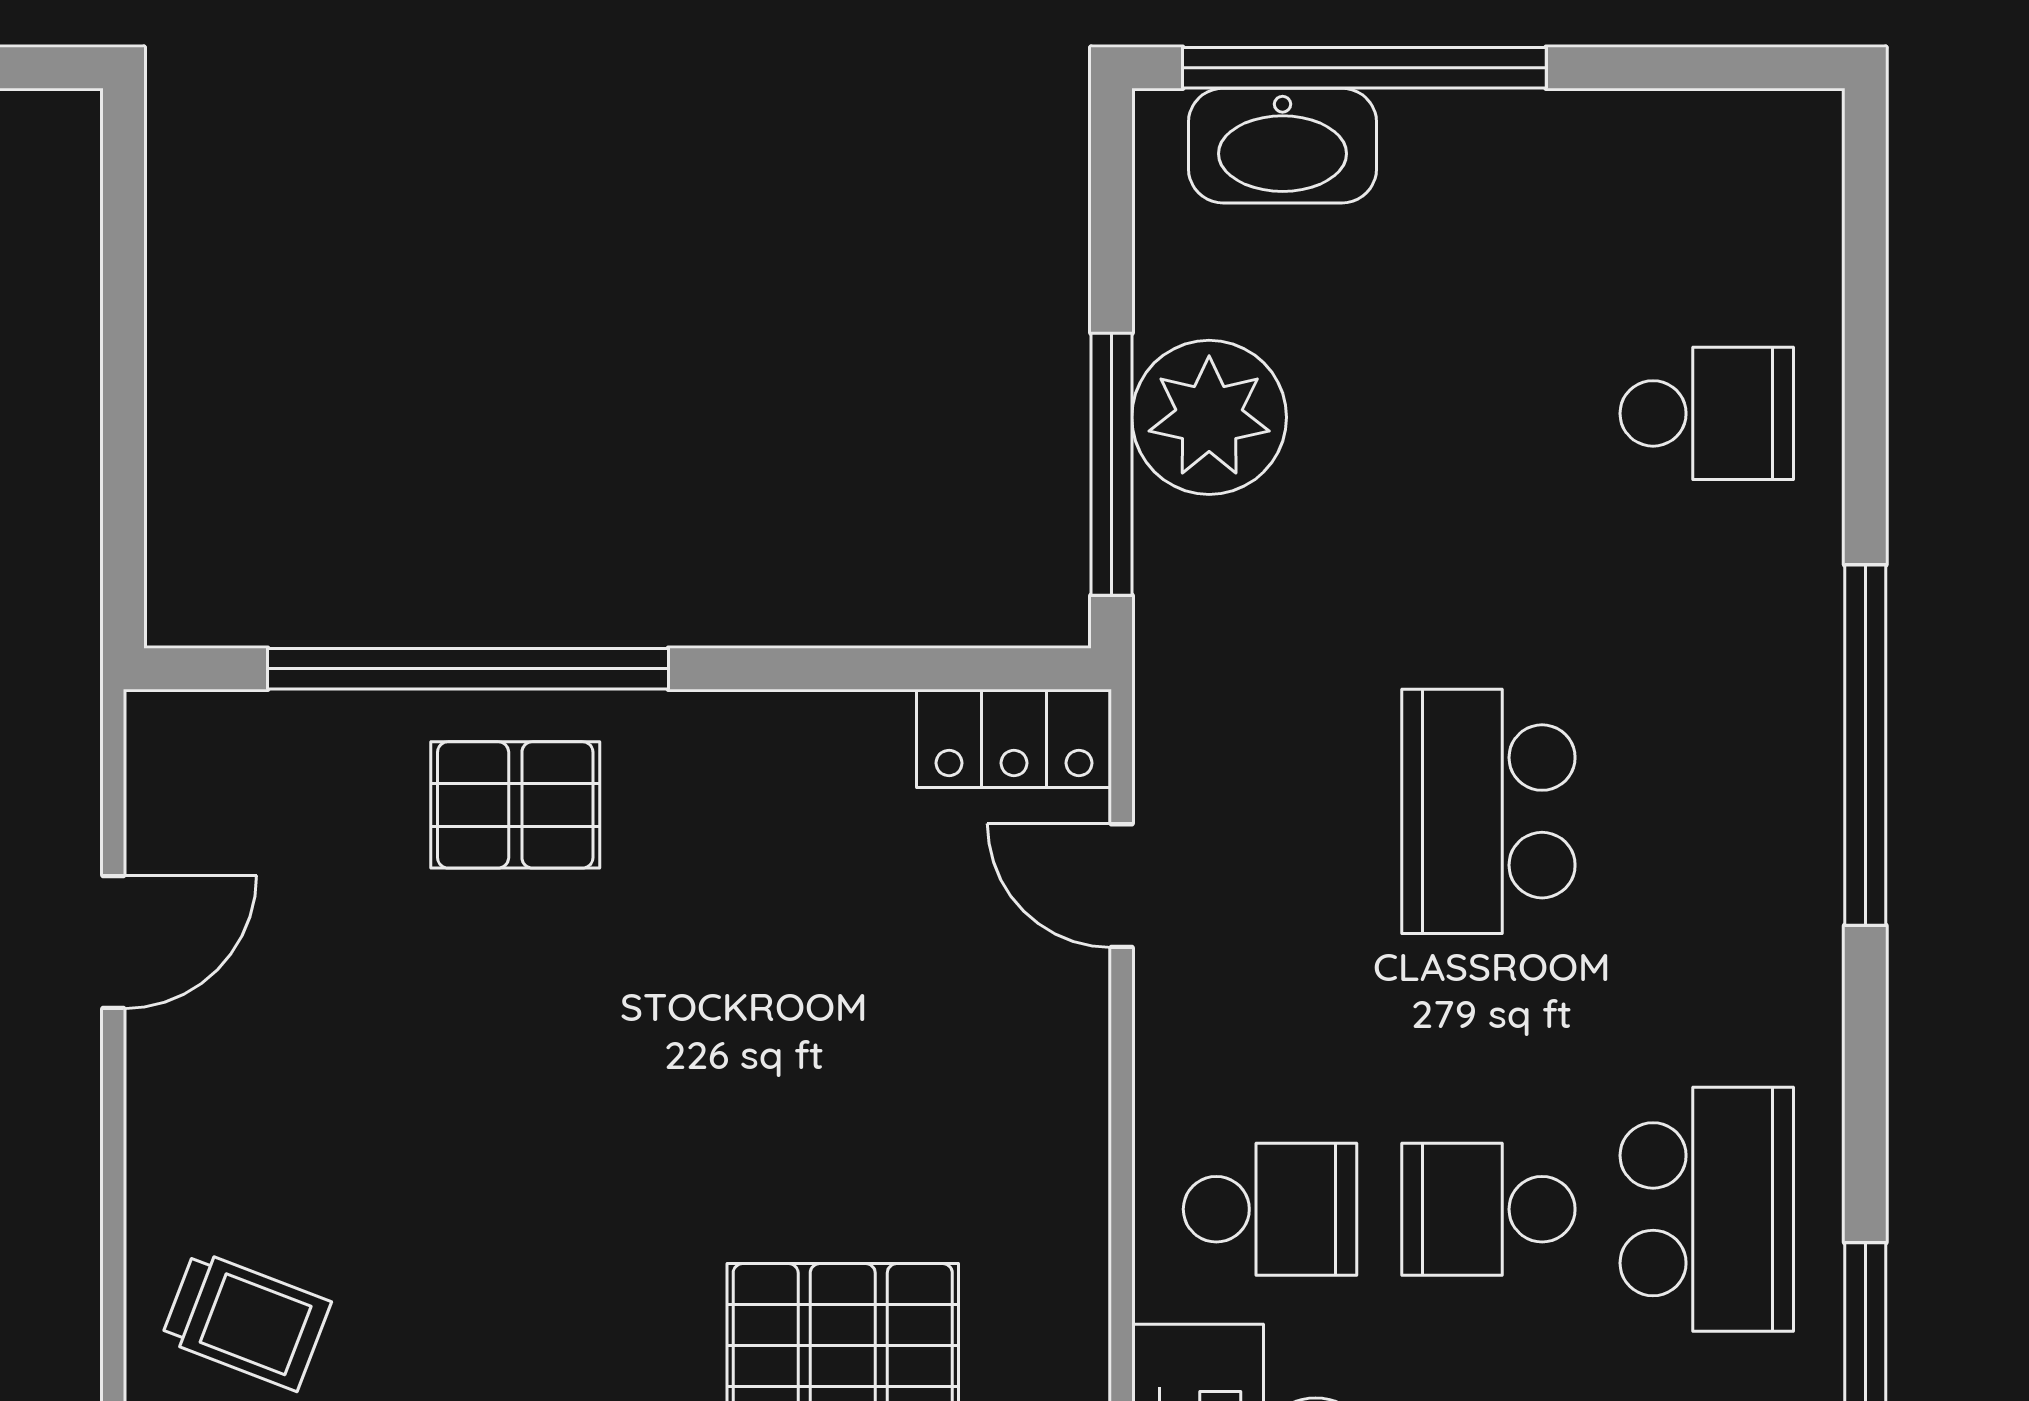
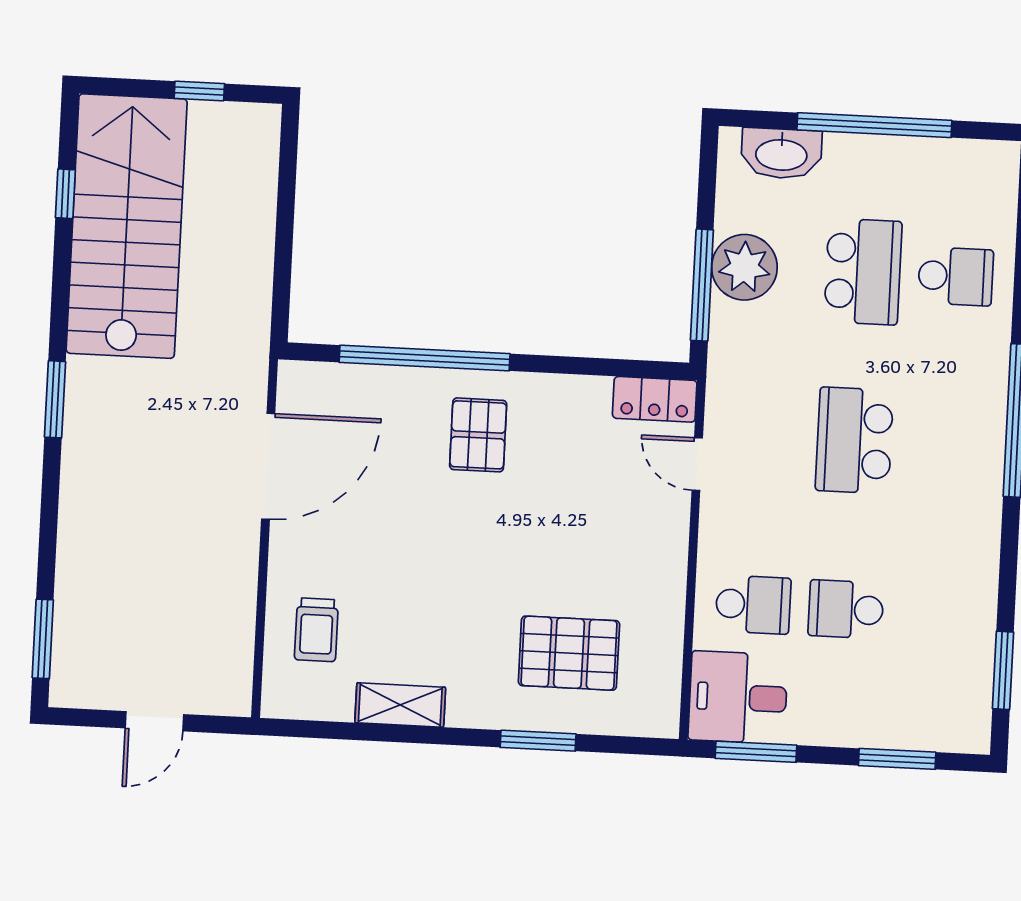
window: (1364, 68) -> (874, 125), moved
pallet: (515, 805) -> (478, 435), moved, turned 90
door: (113, 942) -> (268, 466), width x1.88
school desk: (1707, 1209) -> (863, 272), moved
trolley: (246, 1321) -> (316, 630), turned 69

